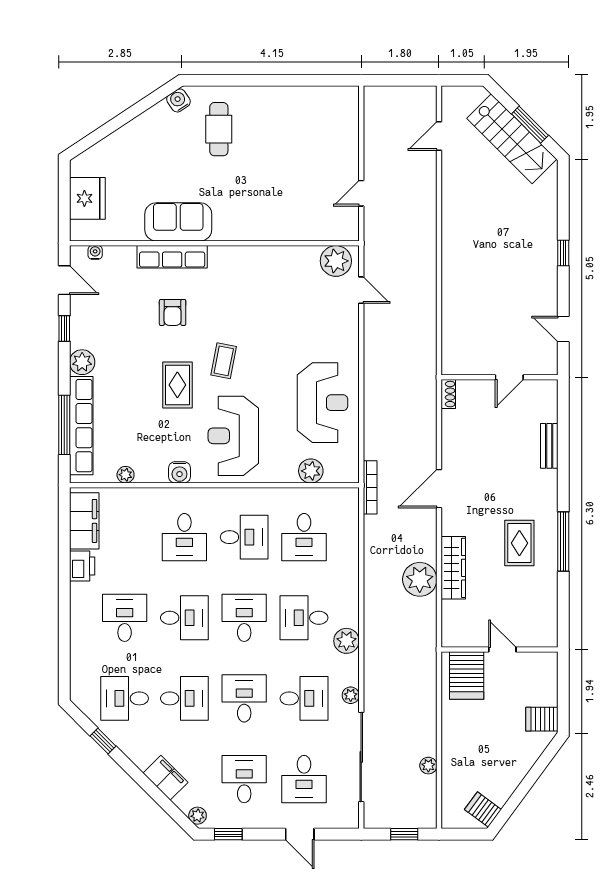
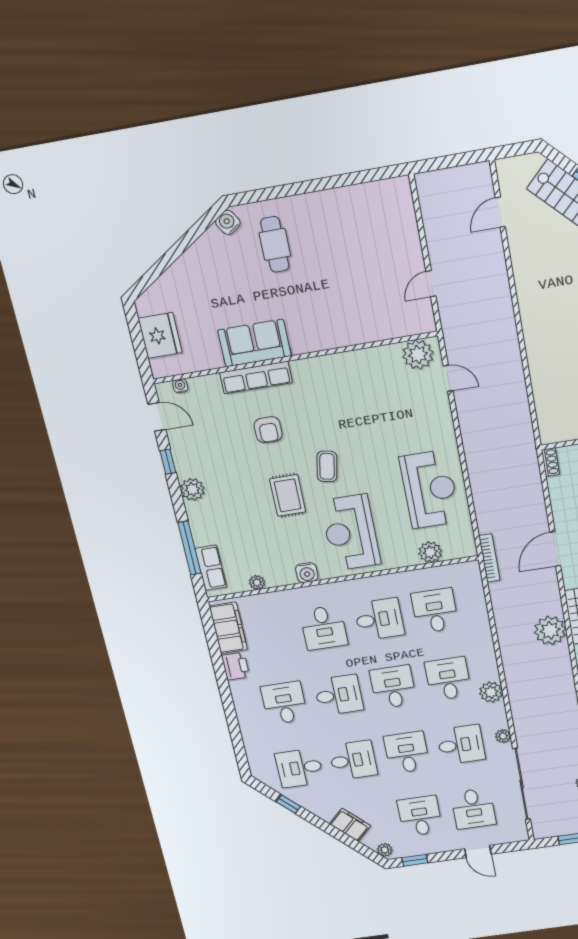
row of seats: (81, 426) -> (211, 568), width x0.50
desk: (304, 537) -> (435, 611), turned 180
desk: (304, 618) -> (448, 679), turned 90

